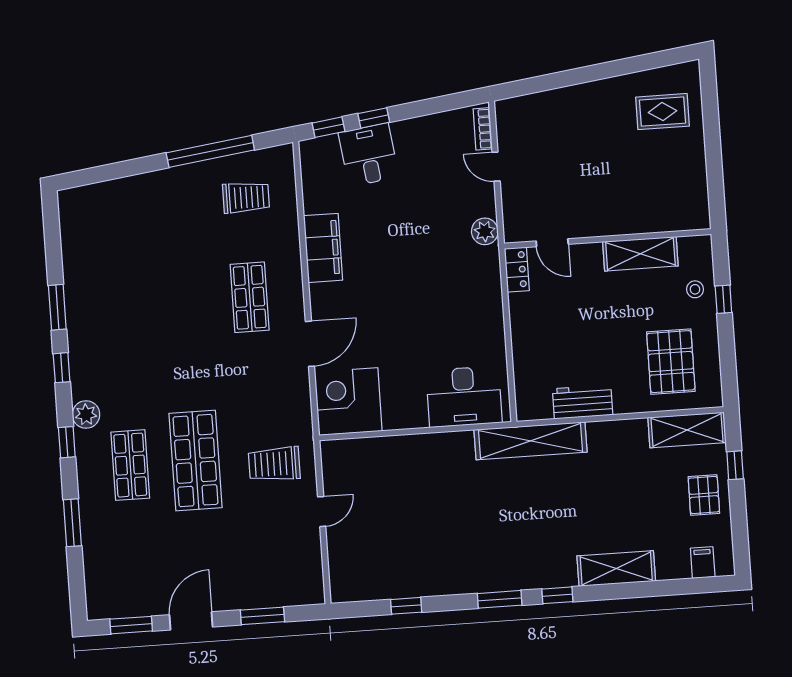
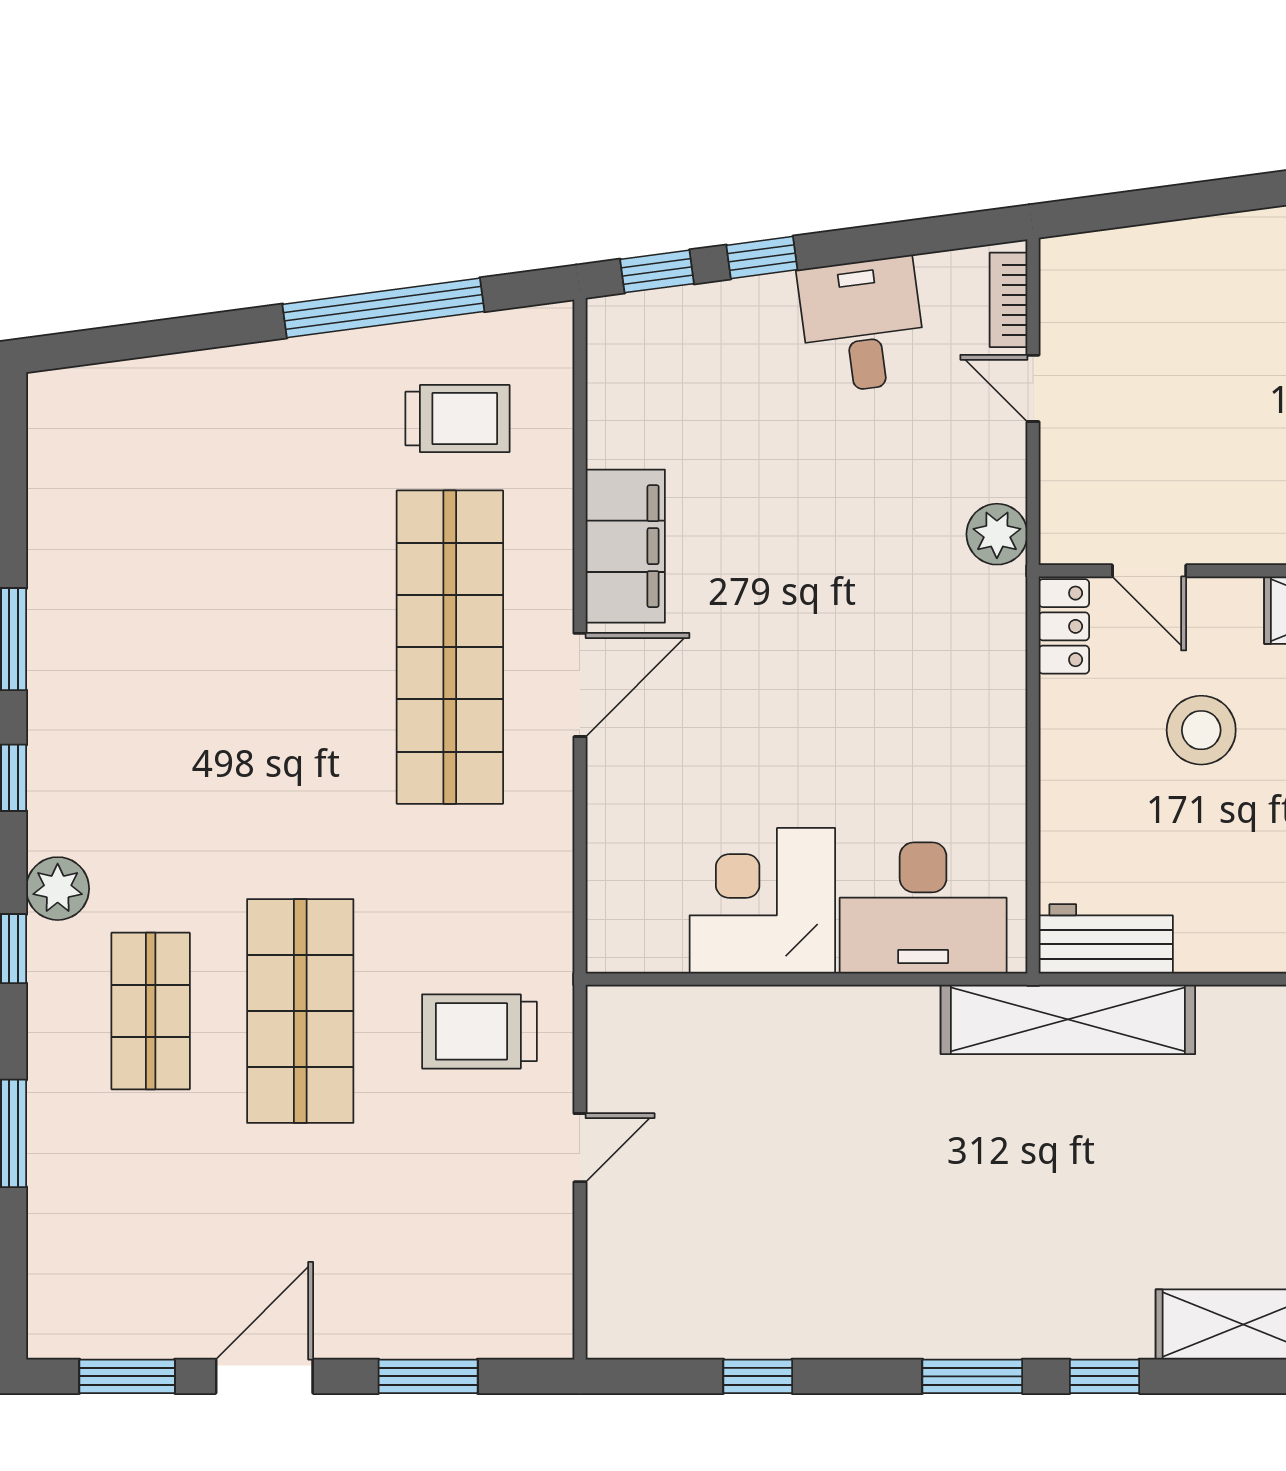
desk: (369, 155) -> (862, 325), moved
shop shelf: (250, 297) -> (450, 647), width x2.00, depth x1.36
stool: (580, 311) -> (1201, 730), added
door: (310, 344) -> (580, 685), moved
corner desk: (348, 402) -> (762, 901), moved
workbench: (583, 402) -> (1106, 939), moved

